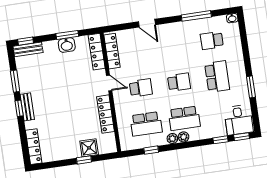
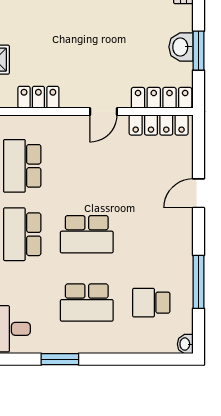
school desk: (212, 40) -> (151, 303), turned -90
school desk: (179, 82) -> (87, 234), width x1.85
school desk: (141, 88) -> (87, 166), removed
locker: (106, 114) -> (38, 97), width x0.66

